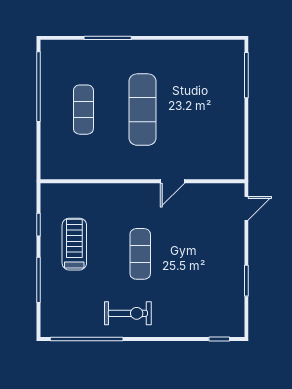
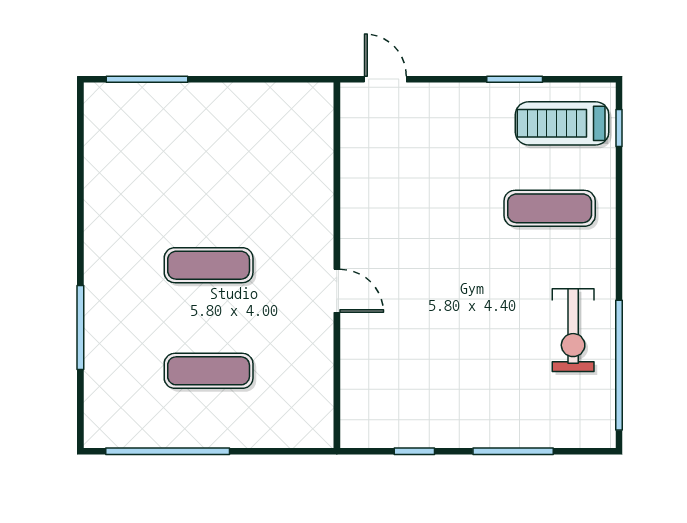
exercise mat: (142, 110) -> (209, 265), width x0.73, depth x0.69
door: (173, 181) -> (337, 291), moved
treadmill: (74, 244) -> (562, 123), moved
exercise mat: (140, 254) -> (550, 208), moved
exercise bike: (128, 313) -> (573, 330), moved, turned 180

